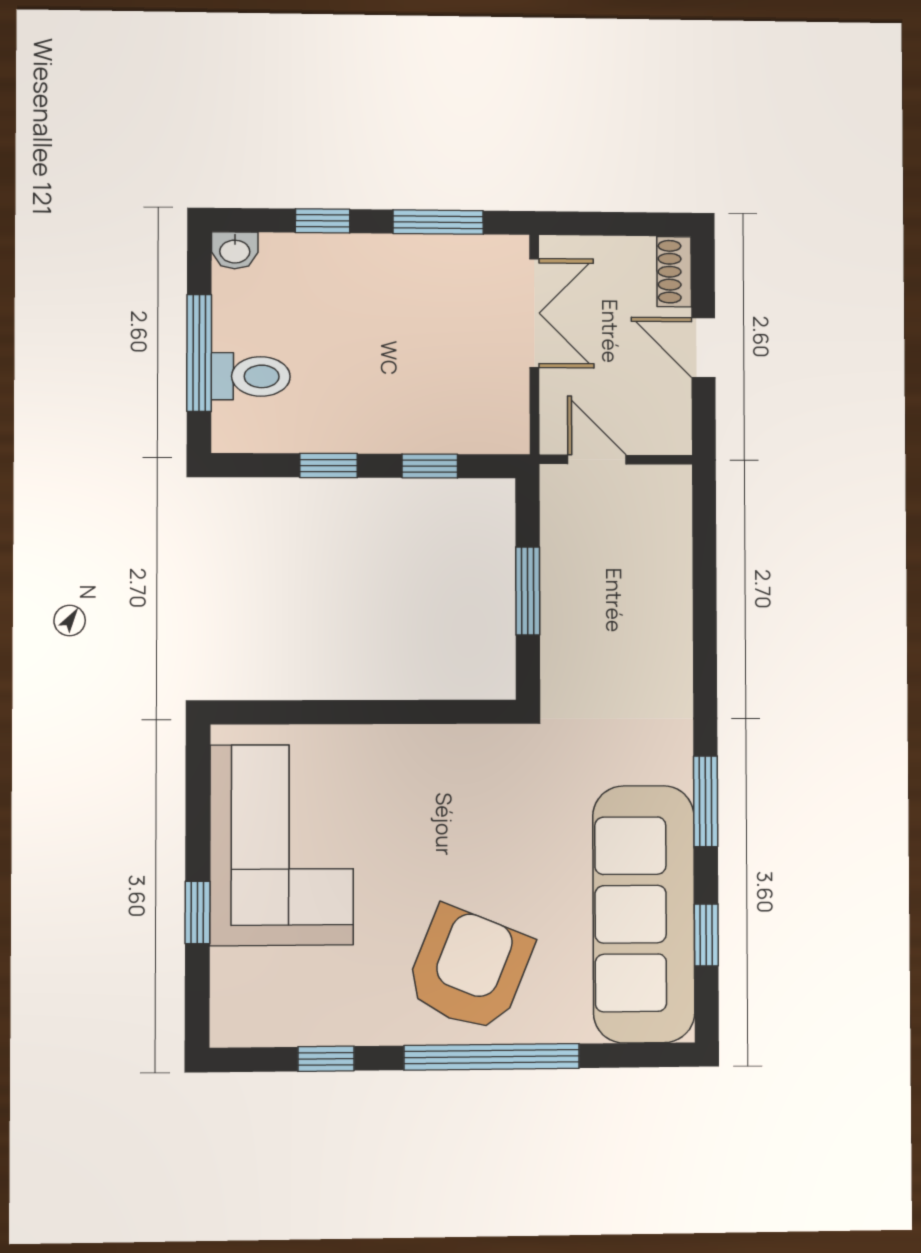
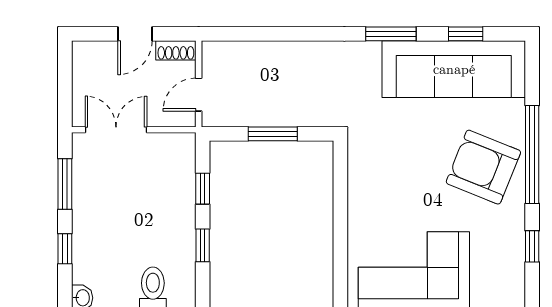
shoe rack: (674, 272) -> (176, 50), moved

